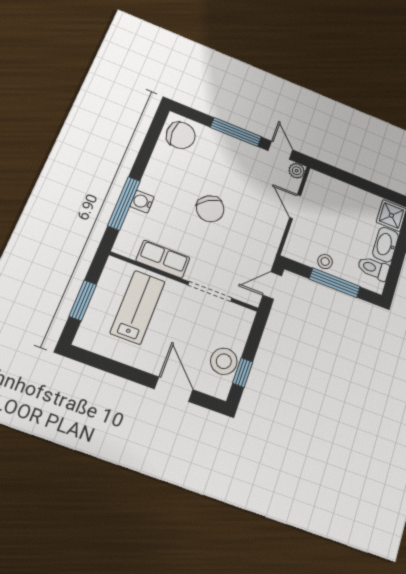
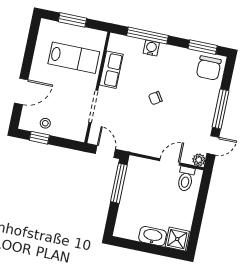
window: (152, 137) -> (203, 47), added
chair: (210, 209) -> (155, 98), width x0.54, depth x0.54
stool: (325, 262) -> (131, 189), removed
toilet: (373, 268) -> (186, 179), moved, turned 180
window: (335, 283) -> (119, 183), moved
stool: (224, 361) -> (45, 123), width x0.53, depth x0.53

